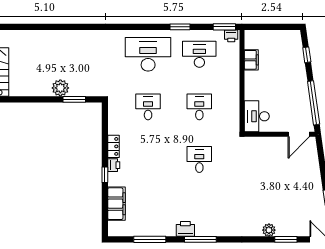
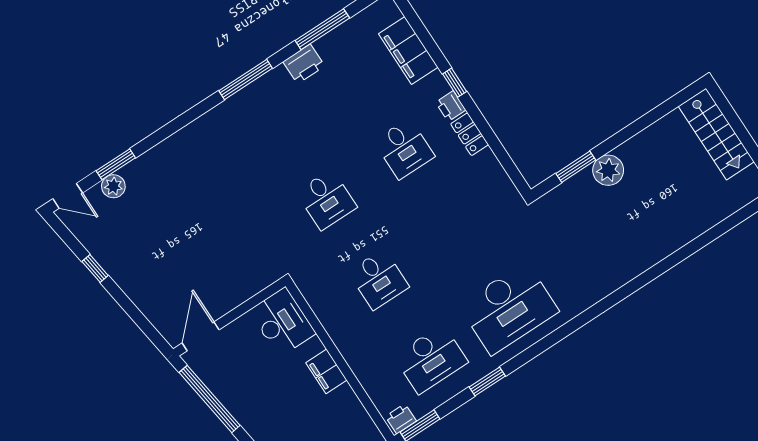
filing cabinet: (251, 60) -> (326, 371), moved
desk: (148, 107) -> (404, 149), moved
printer: (185, 229) -> (304, 64), moved
plant: (269, 230) -> (113, 186), moved

